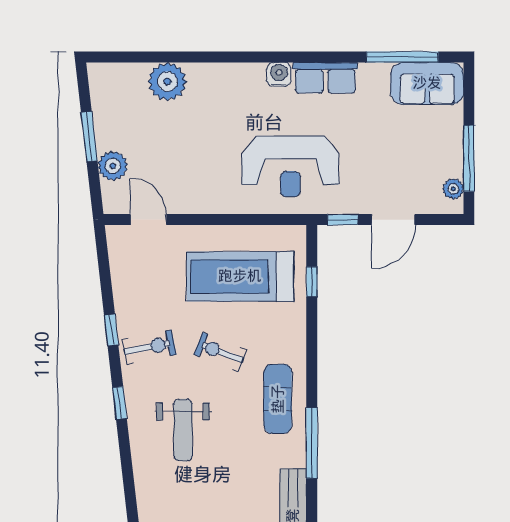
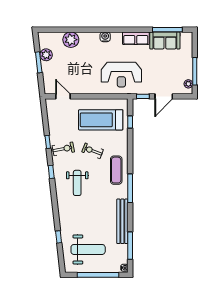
water cooler: (279, 74) -> (105, 37), moved
sofa: (427, 83) -> (165, 41), moved
plant: (113, 166) -> (46, 55), moved

